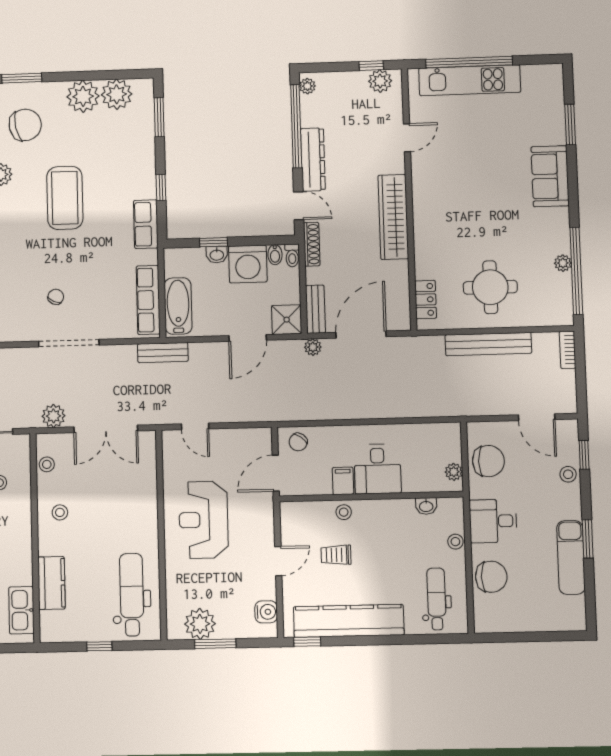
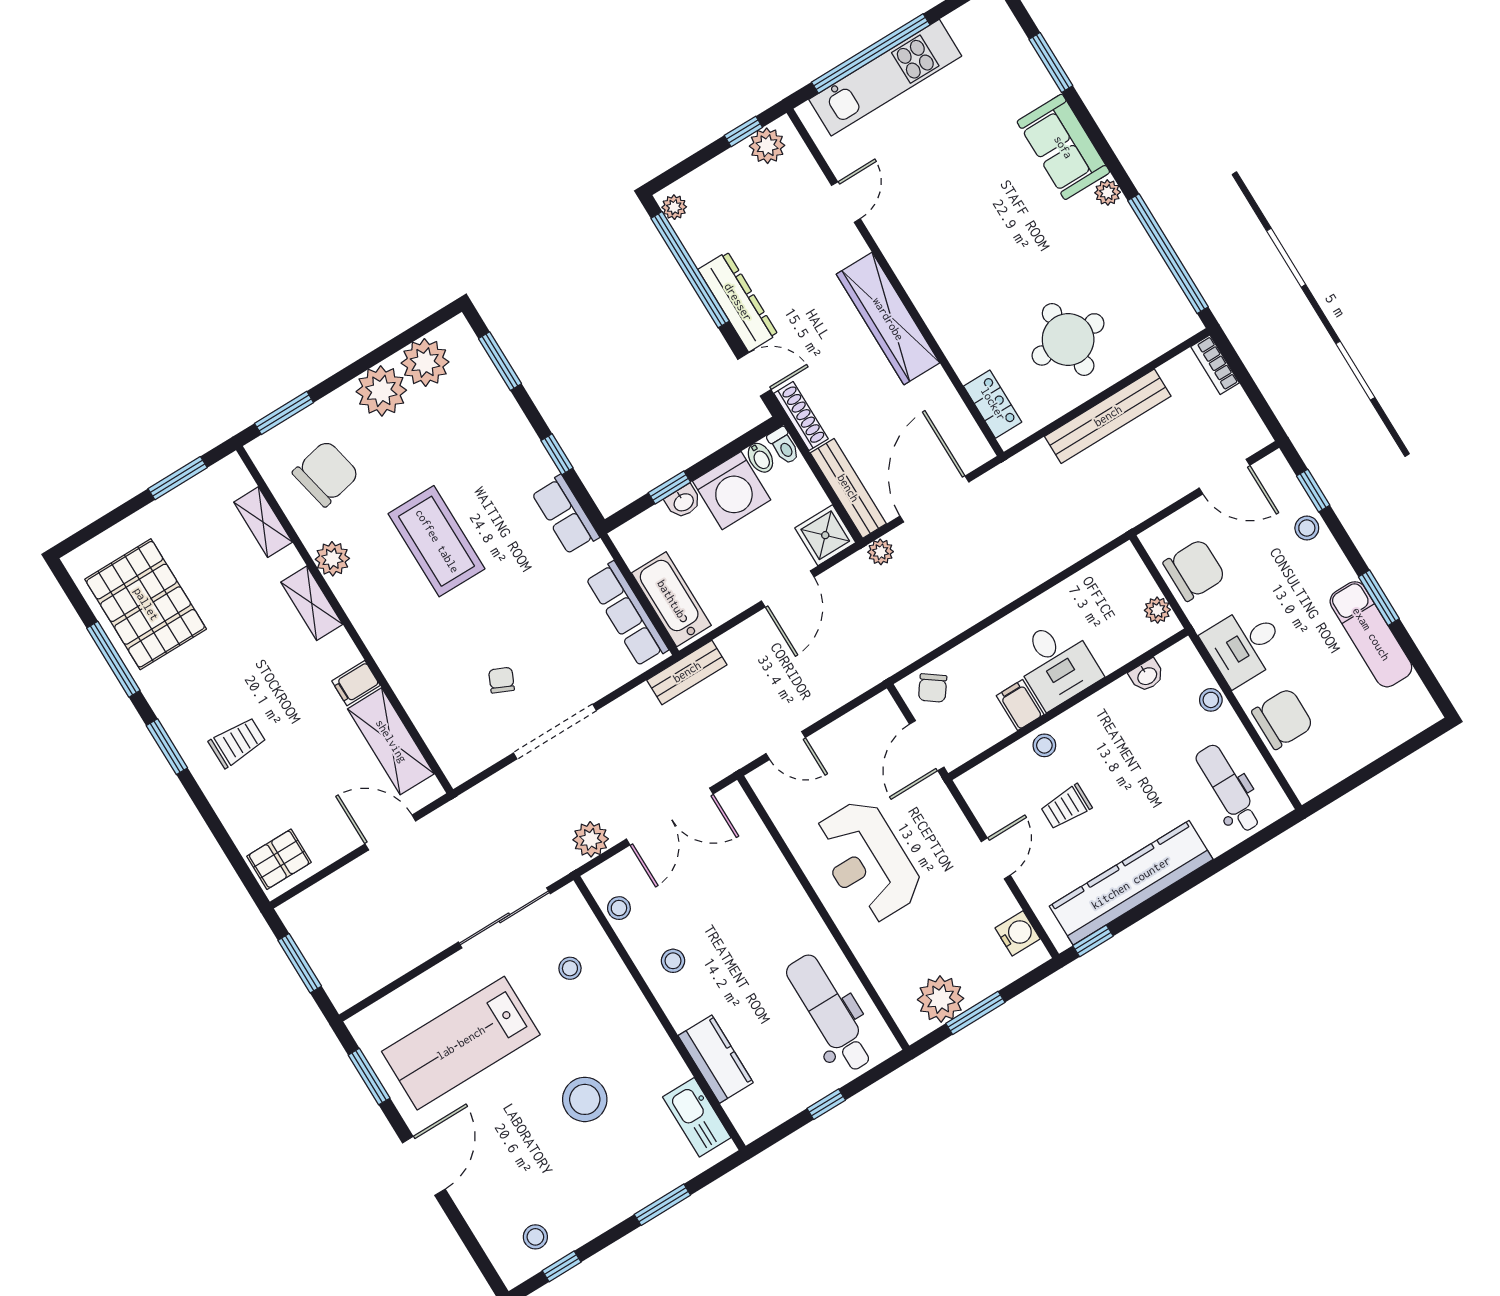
plant: (563, 263) -> (1108, 192), moved
bench: (315, 309) -> (848, 488), width x1.36

